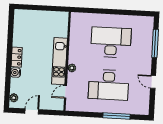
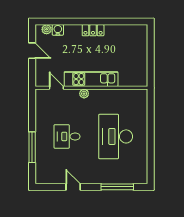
desk: (111, 42) -> (116, 136), turned 180
water cooler: (16, 73) -> (58, 30), moved
door: (153, 82) -> (73, 187), hinge flipped
desk: (109, 85) -> (67, 136), width x0.53, depth x0.77

